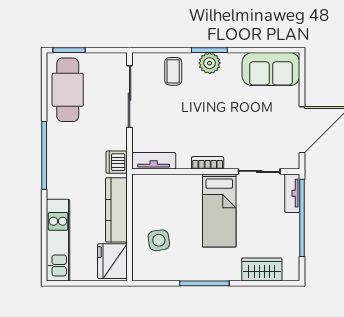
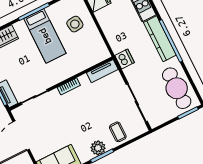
kitchen counter: (116, 210) -> (160, 39), moved, turned 180
bed: (219, 210) -> (45, 36), moved, turned 180

